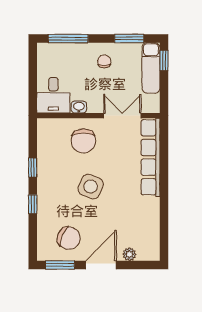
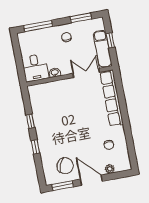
window: (164, 60) -> (110, 40), moved
exam couch: (151, 68) -> (102, 49), moved
chair: (83, 141) -> (109, 145), moved, width x0.54, depth x0.54
side table: (91, 186) -> (74, 127), removed
door: (101, 265) -> (91, 180), hinge flipped

